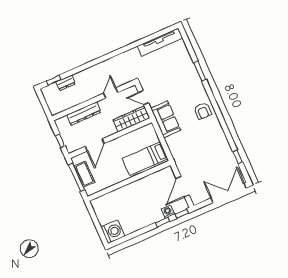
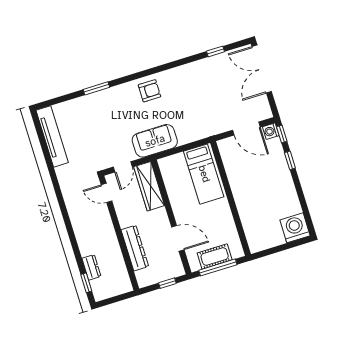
door: (111, 93) -> (106, 193), moved
washing machine: (168, 212) -> (271, 131), moved

